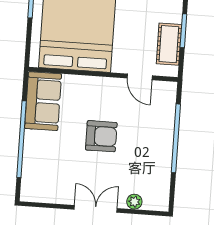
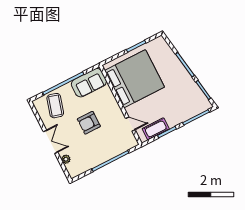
door: (140, 77) -> (130, 124), swing flipped
armchair: (101, 136) -> (89, 123), turned 90
coffee table: (47, 170) -> (55, 106), added

